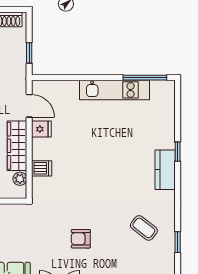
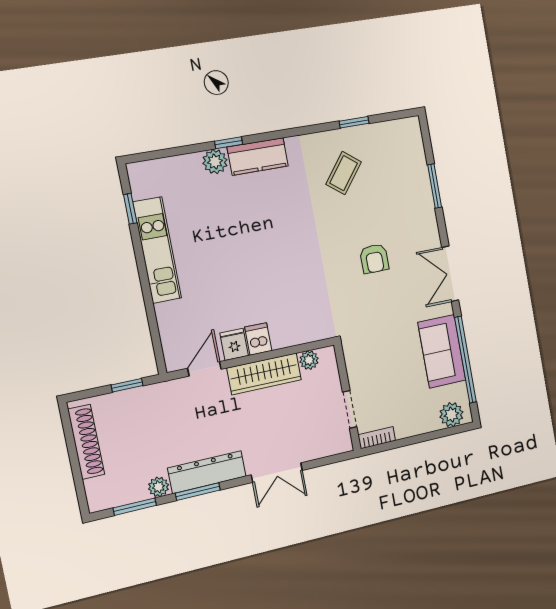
window: (145, 78) -> (130, 209), width x0.46
plant: (167, 140) -> (215, 162), added
dishwasher: (42, 168) -> (258, 339), moved

